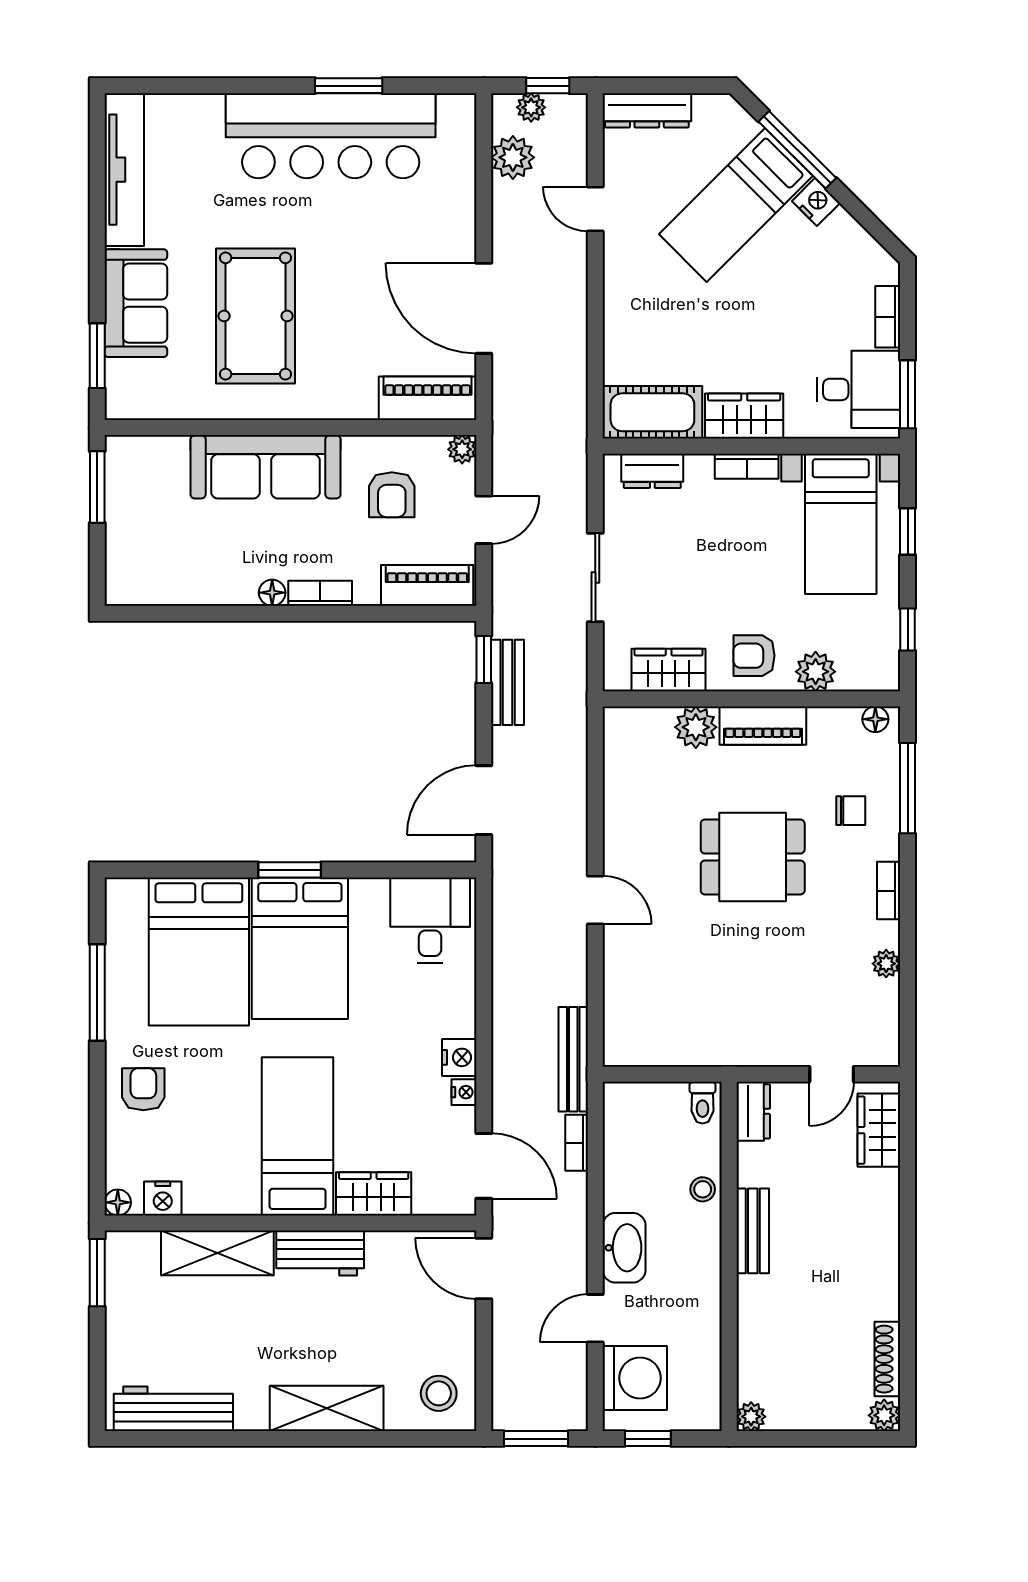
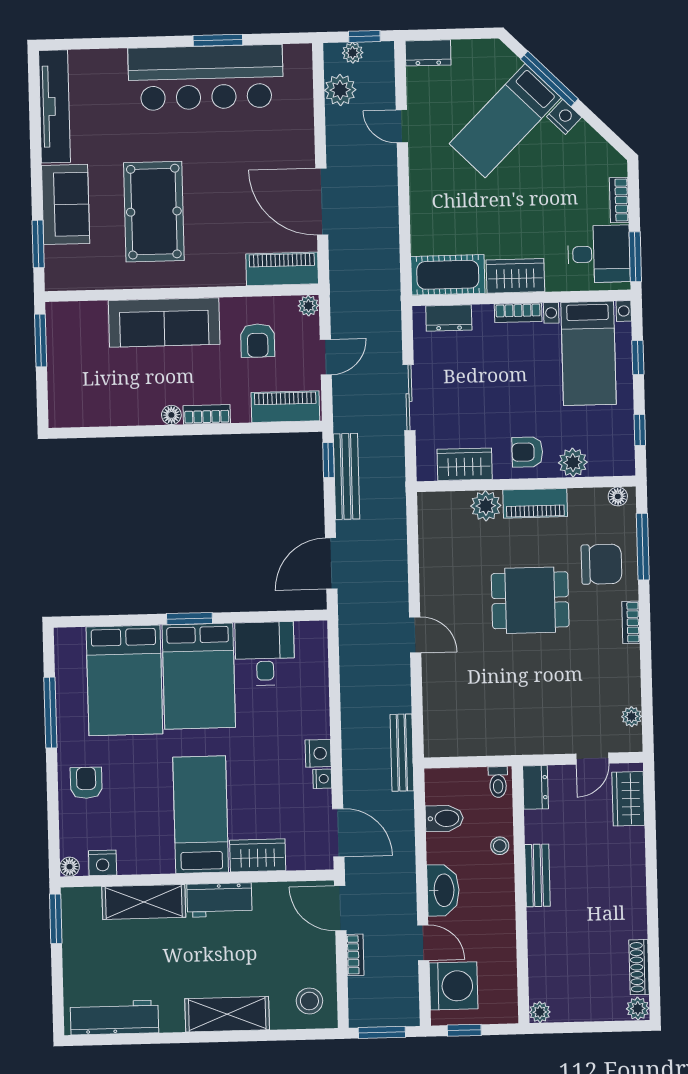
dresser: (647, 110) -> (428, 53), width x0.70
bench: (508, 682) -> (346, 476), width x1.36
chair: (851, 811) -> (601, 564), width x1.87, depth x1.87
desk: (430, 920) -> (265, 654), moved
plant: (886, 964) -> (632, 717), moved
bookcase: (577, 1143) -> (355, 955), moved, turned 180
bidet: (628, 1150) -> (444, 818), added
door: (595, 1318) -> (423, 943), swing flipped

